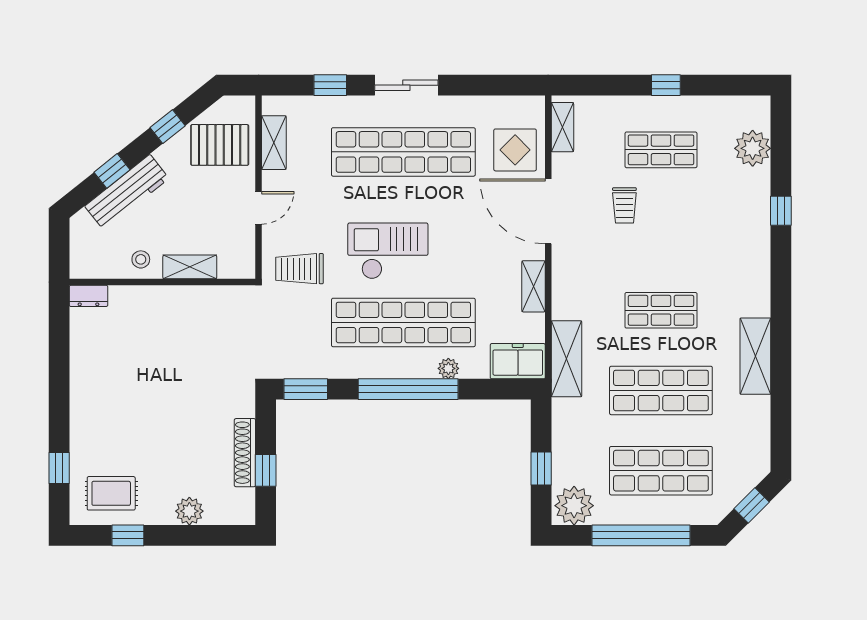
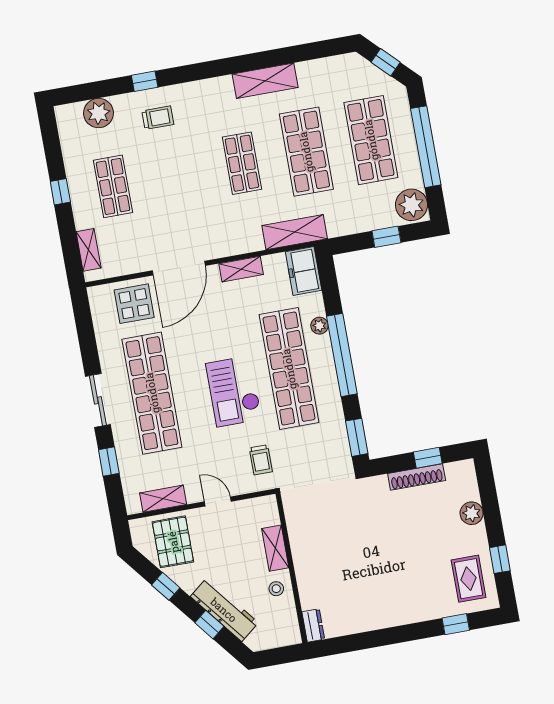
shelving: (562, 127) -> (89, 250), moved, turned 90
trolley: (624, 205) -> (158, 118), moved
trolley: (299, 269) -> (261, 460), width x0.73, depth x0.72

